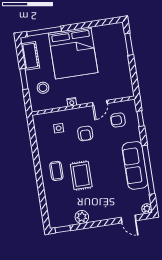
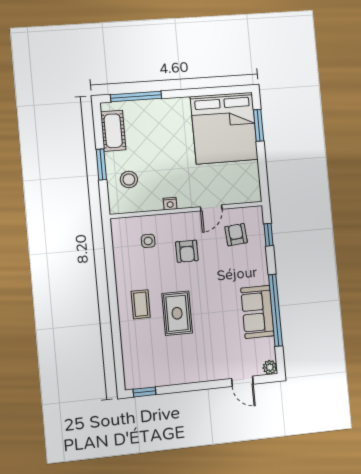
bed: (73, 53) -> (224, 128), moved
armchair: (118, 120) -> (236, 235), turned 85
sofa: (135, 165) -> (257, 312), width x0.73
plant: (82, 217) -> (174, 375), removed

